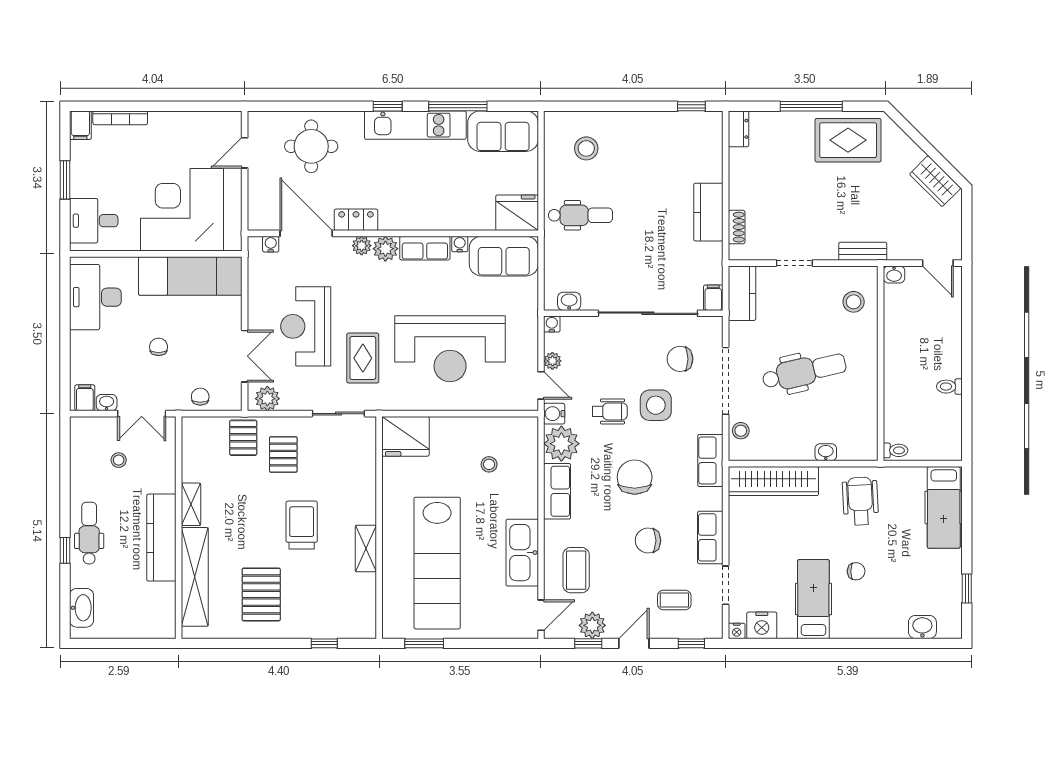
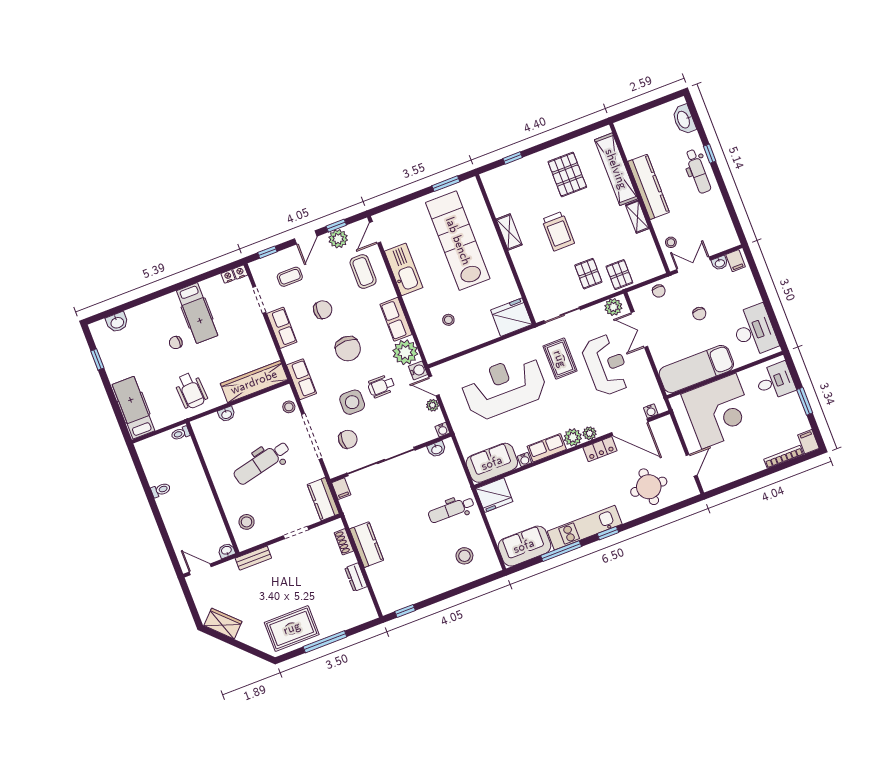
dresser: (738, 129) -> (356, 577), moved
stool: (119, 460) -> (671, 242), moved
nightstand: (762, 625) -> (228, 276), width x0.53, depth x0.56

